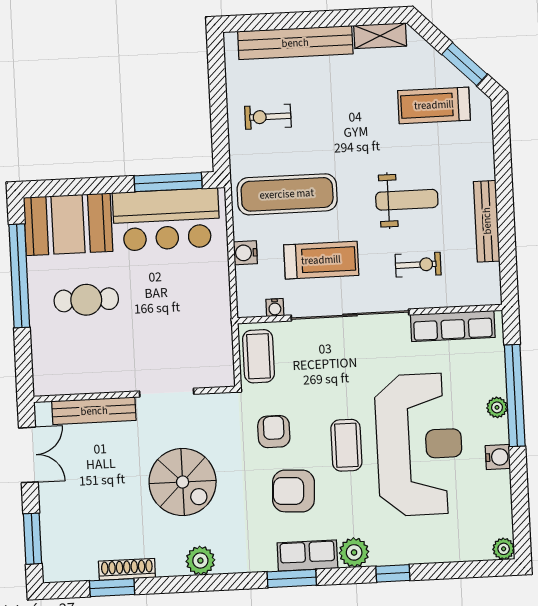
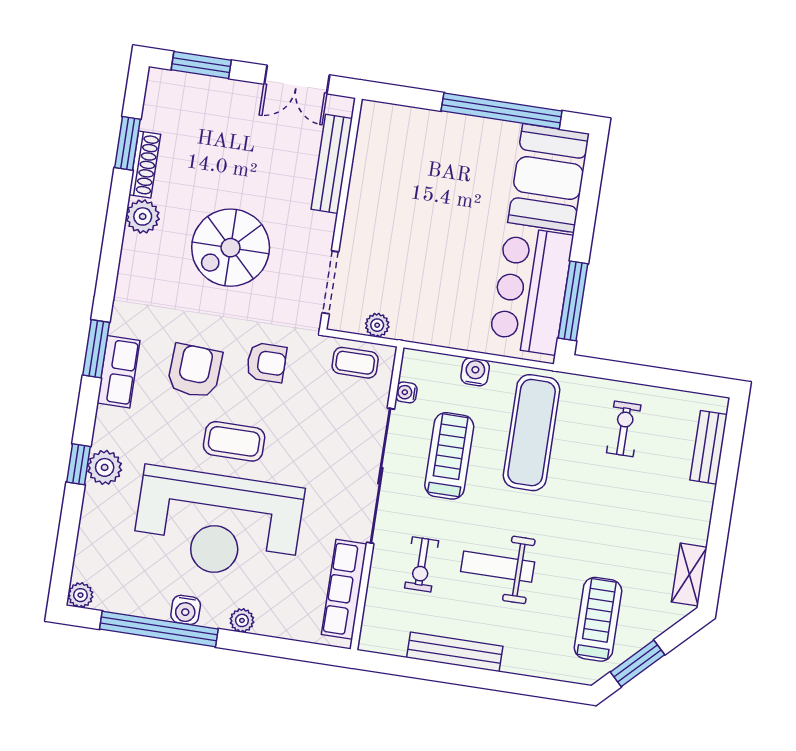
bench: (295, 43) -> (709, 447), width x0.54, depth x0.82
weight bench: (407, 200) -> (498, 567), turned 90
treadmill: (321, 260) -> (449, 456), turned 180
cafe table: (86, 300) -> (459, 181), removed
plant: (223, 344) -> (377, 325), added
coffee table: (259, 356) -> (355, 363), width x0.73, depth x0.77
doorway: (167, 393) -> (330, 282), moved
window: (515, 396) -> (159, 629), moved
plant: (354, 552) -> (105, 467), moved
plant: (200, 561) -> (143, 216), moved

